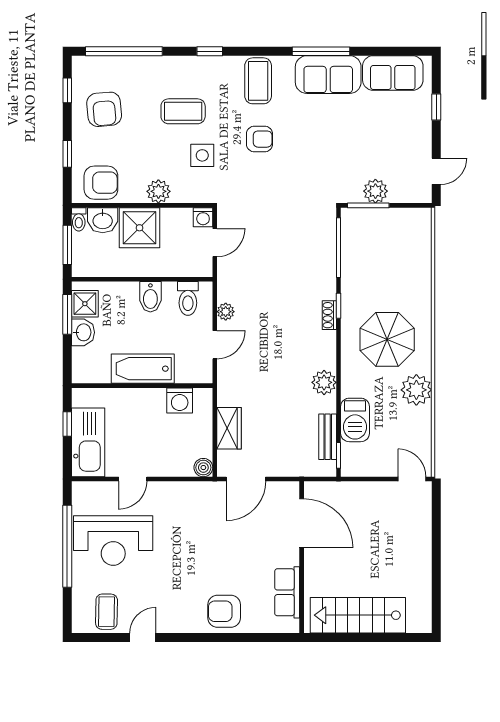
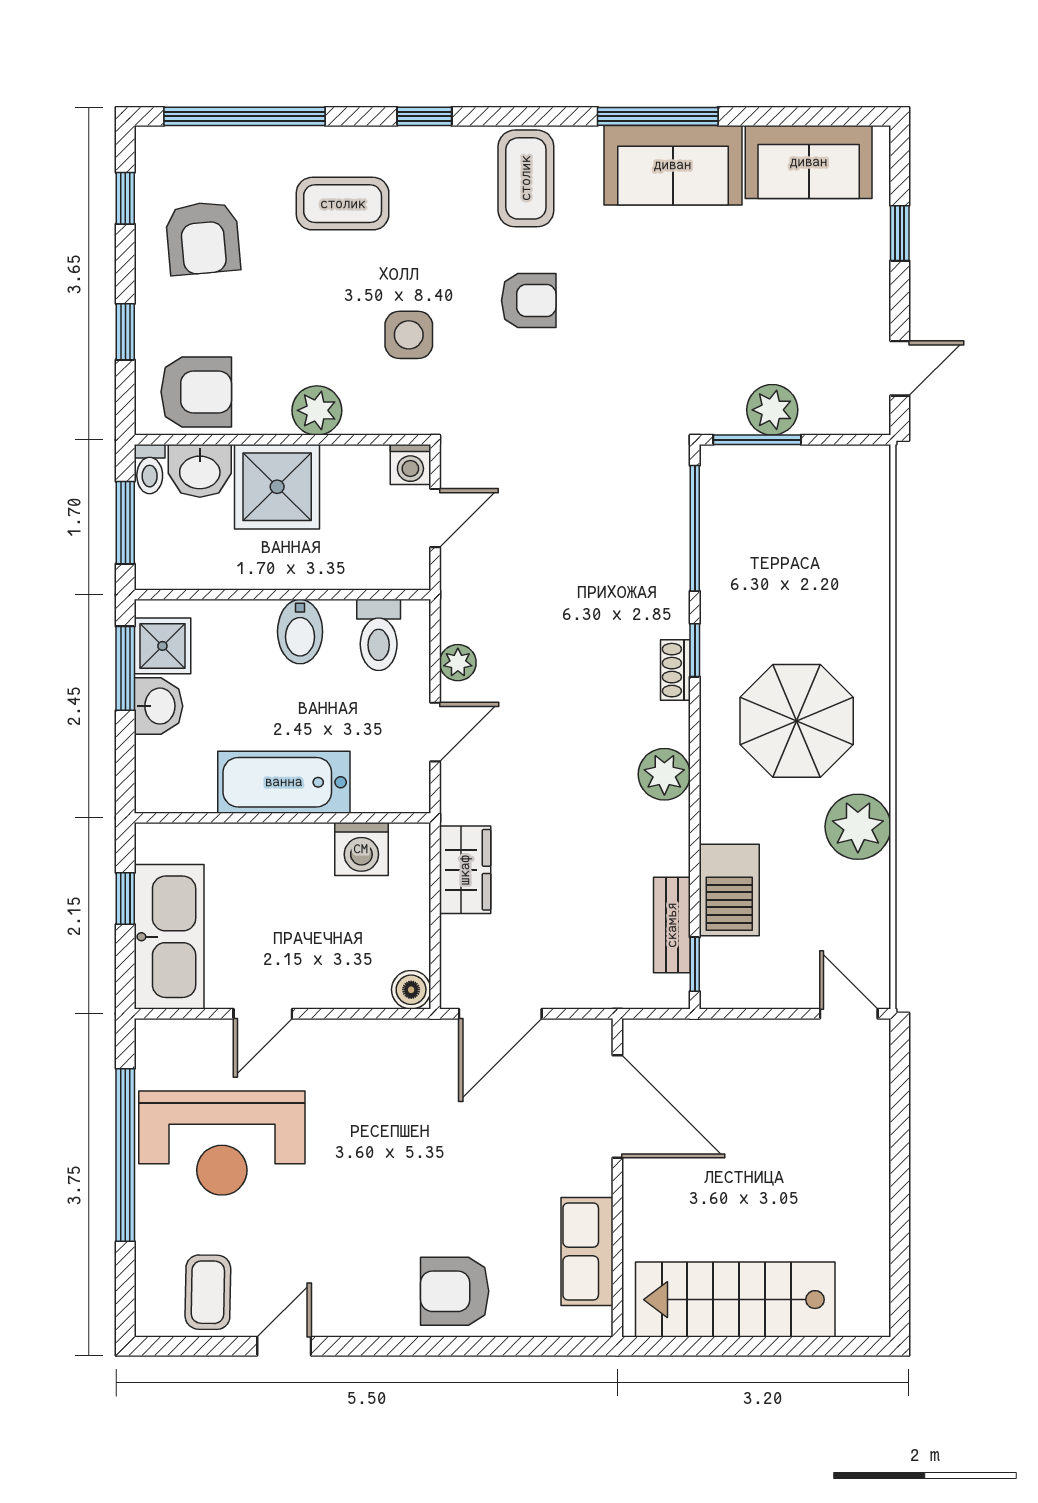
coffee table: (183, 111) -> (343, 204), moved
plant: (324, 382) -> (664, 774), moved
wardrobe: (229, 428) -> (465, 870), moved

